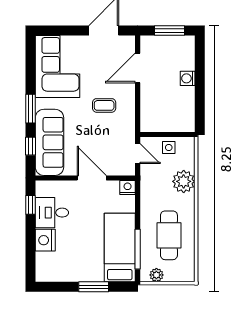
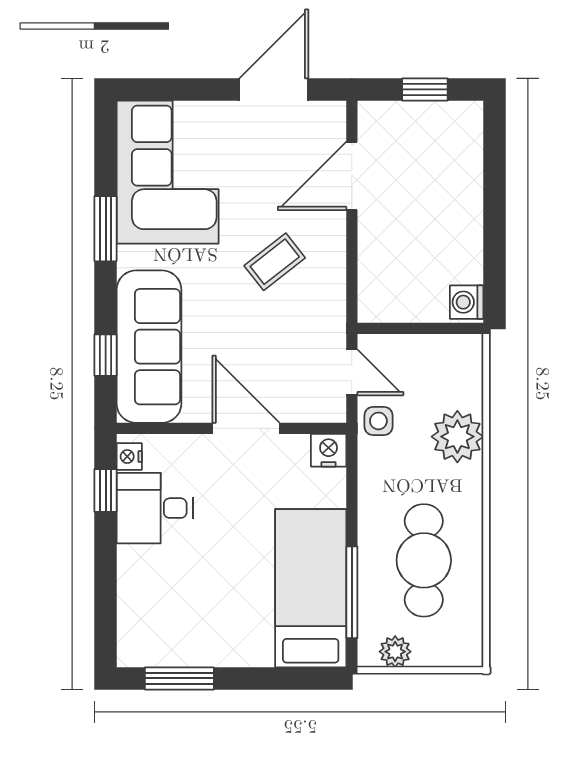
window: (169, 31) -> (425, 89), width x0.67
washing machine: (188, 78) -> (467, 302), moved
coffee table: (104, 105) -> (275, 262), turned -38
window: (31, 109) -> (106, 229), moved
side table: (169, 148) -> (378, 421), moved
nightstand: (45, 240) -> (129, 457), moved, width x0.53, depth x0.56
window: (94, 287) -> (179, 678), moved

